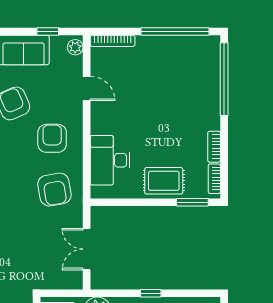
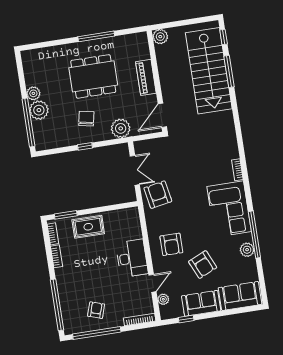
plant: (75, 47) -> (163, 299), moved
armchair: (171, 63) -> (96, 310), added
door: (87, 88) -> (153, 283), swing flipped
desk: (110, 160) -> (132, 258), moved
armchair: (54, 190) -> (158, 195), moved

